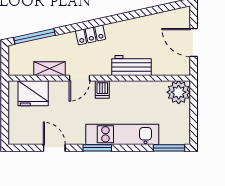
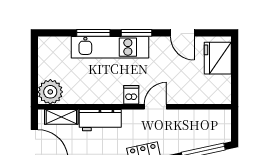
shelving: (49, 69) -> (61, 117), moved
fridge: (33, 93) -> (218, 58), moved, turned -90
window: (169, 148) -> (93, 33), moved

